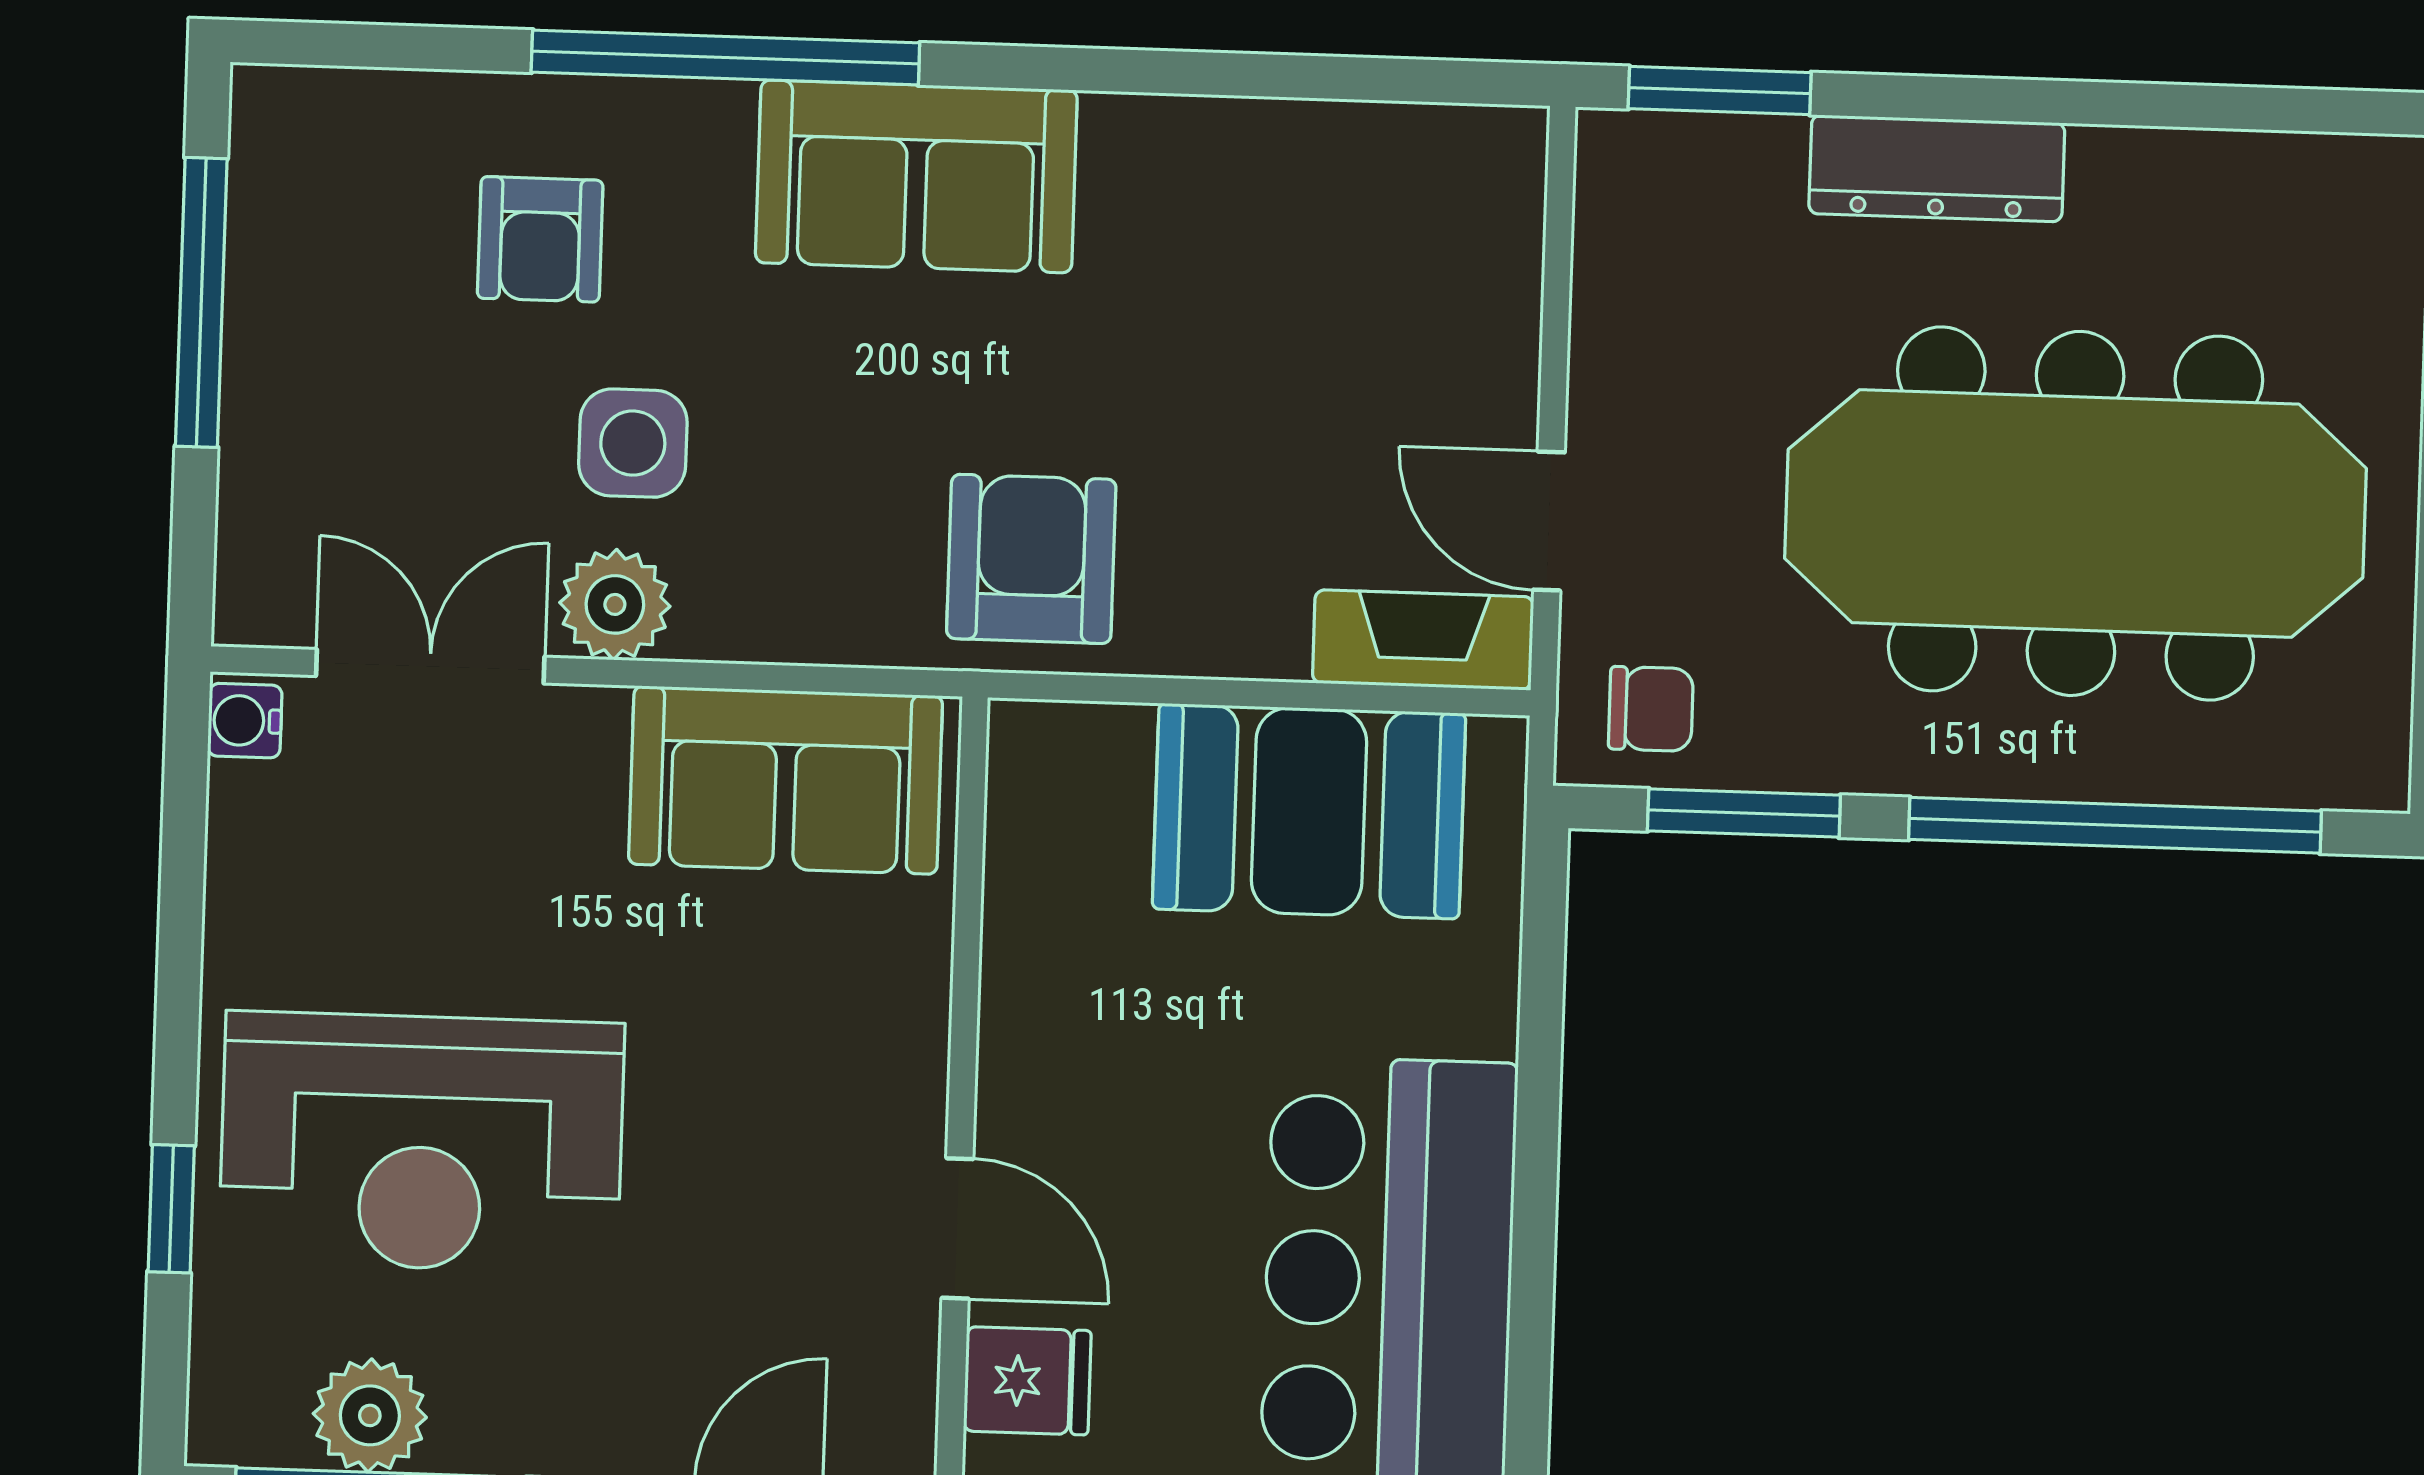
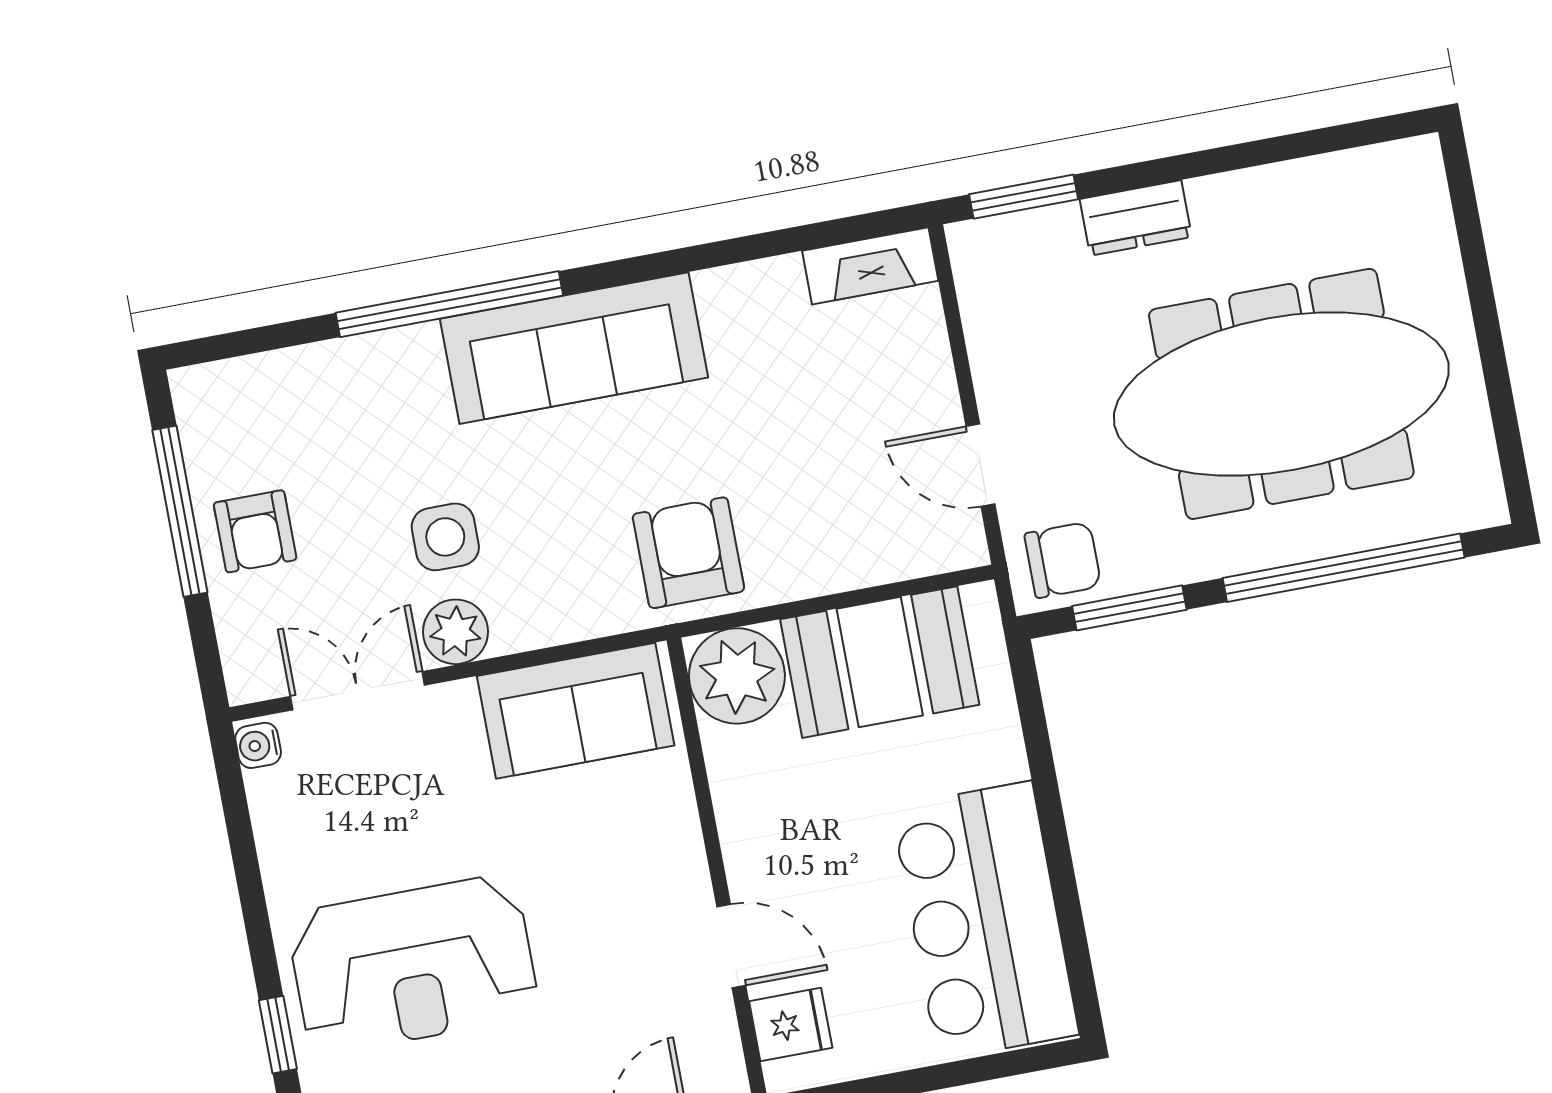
dresser: (1937, 168) -> (1136, 218), width x0.70
sofa: (916, 176) -> (574, 348), width x1.36
armchair: (540, 239) -> (255, 531), moved
fireplace: (1423, 640) -> (870, 266), moved, turned 180
chair: (1651, 709) -> (1063, 560), width x1.37, depth x1.37
plant: (1066, 782) -> (737, 676), added

